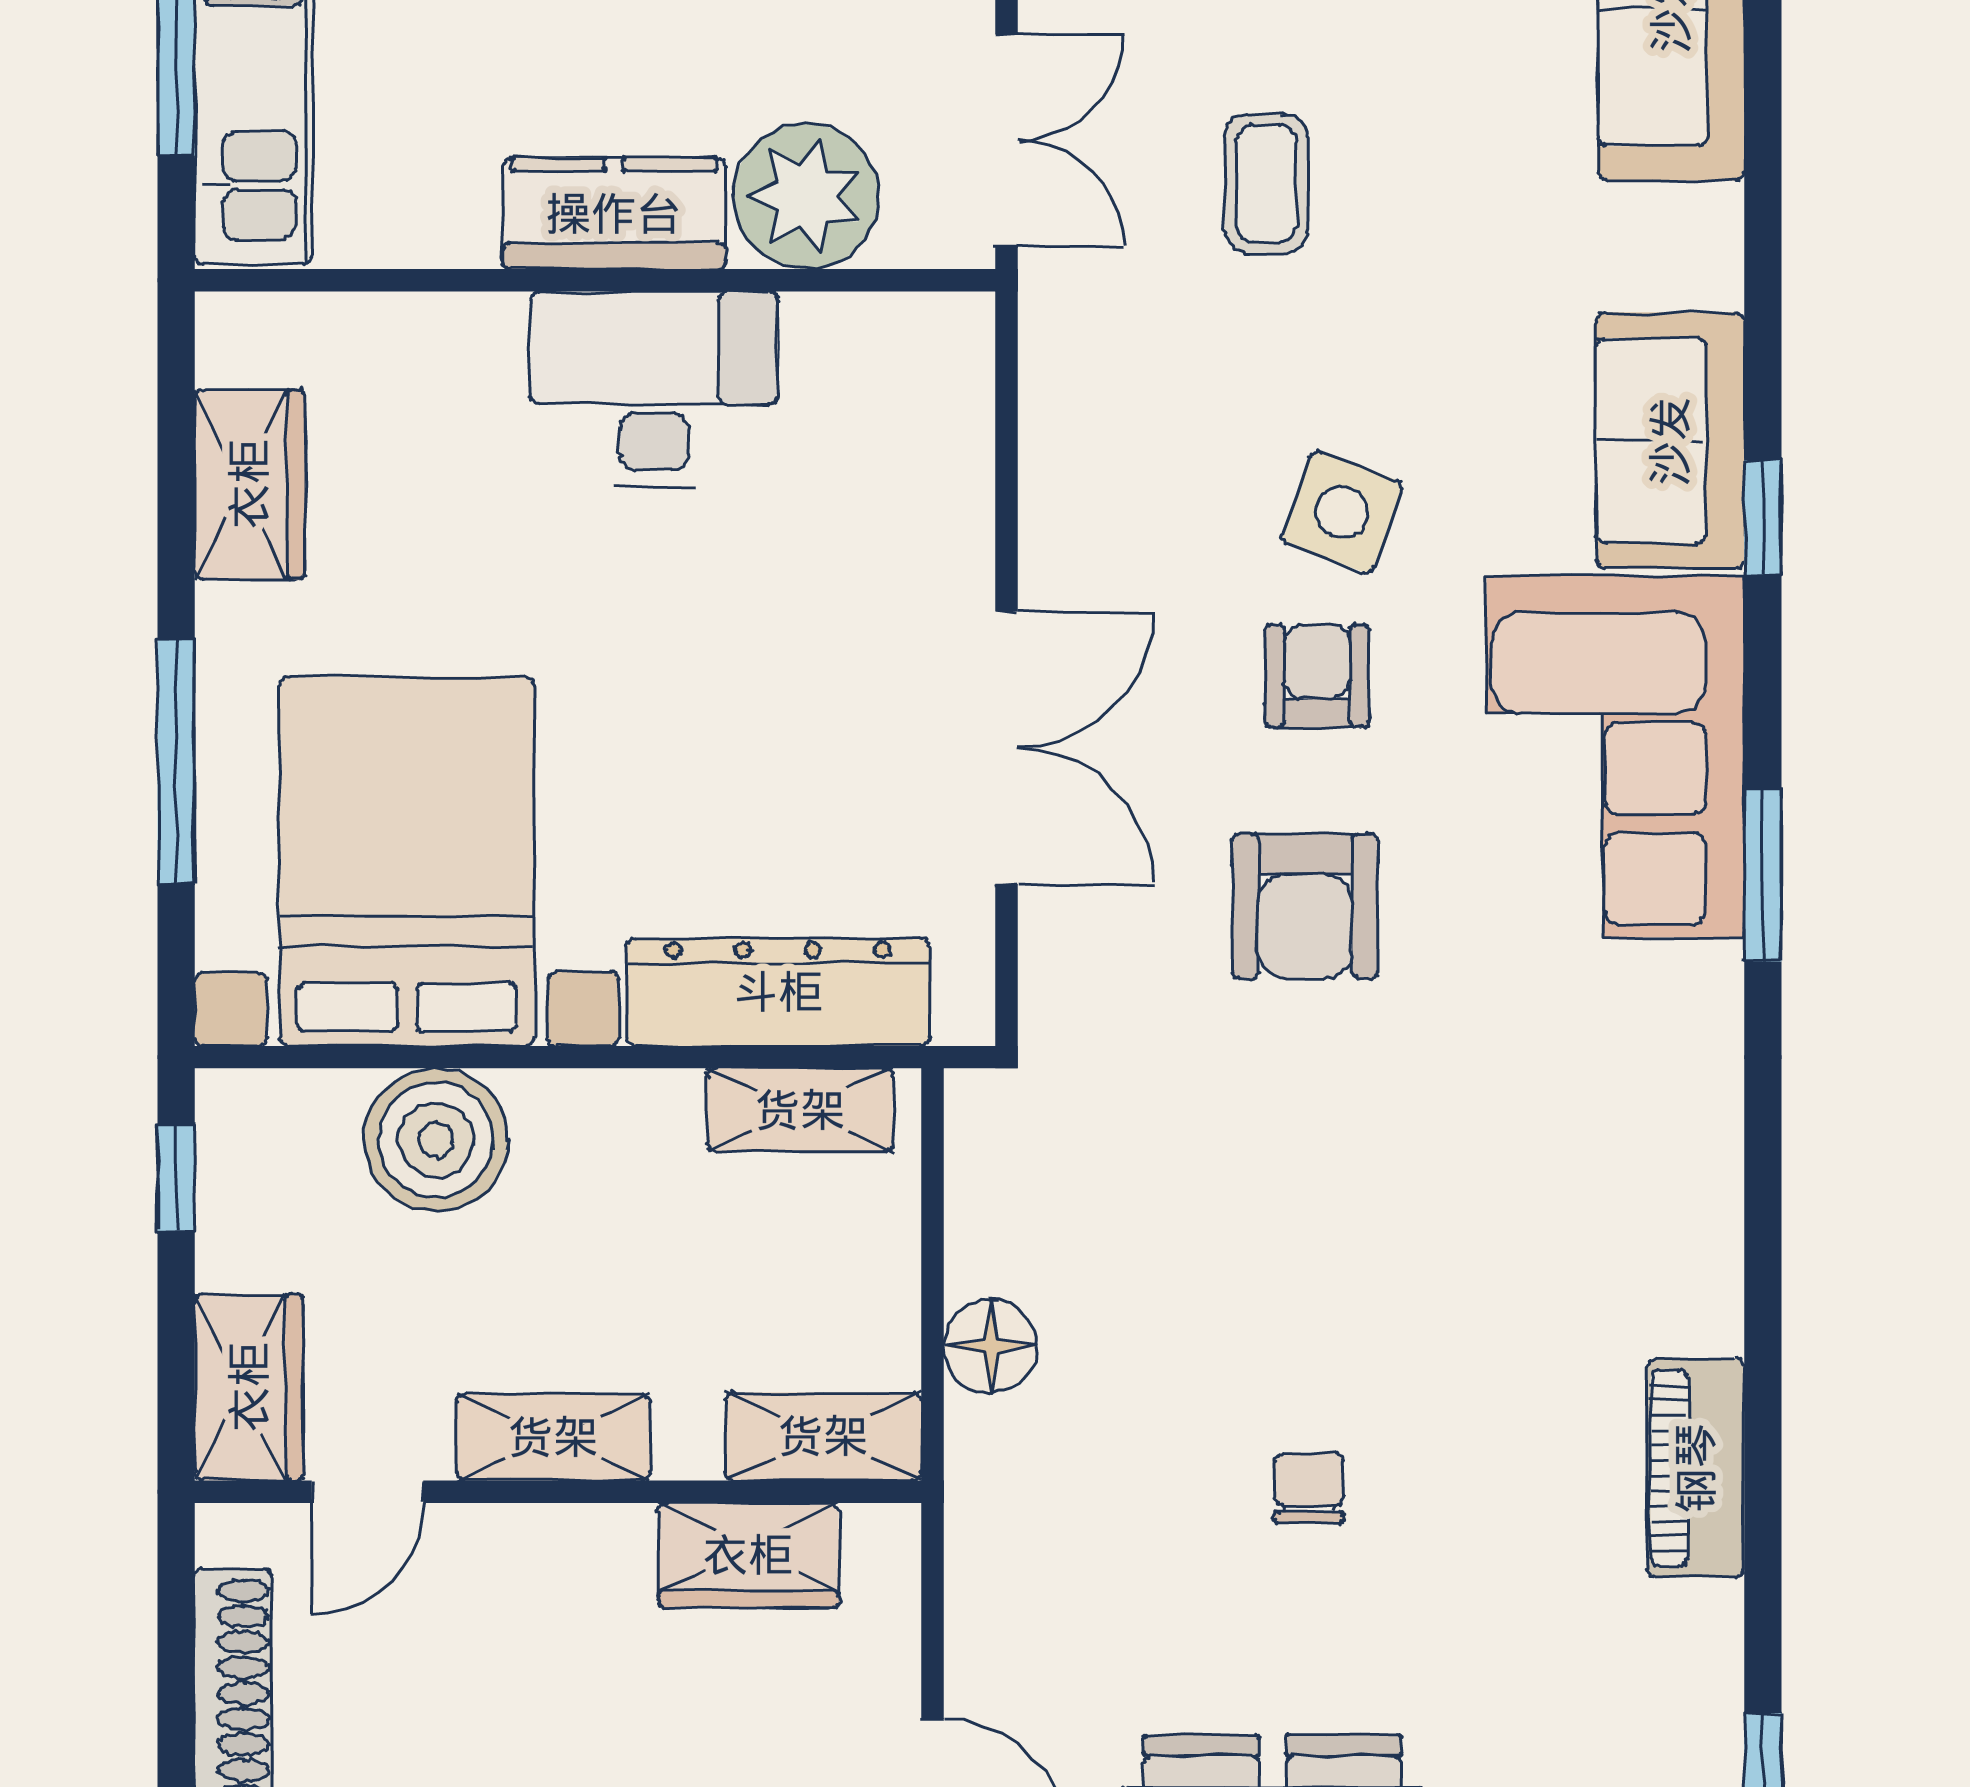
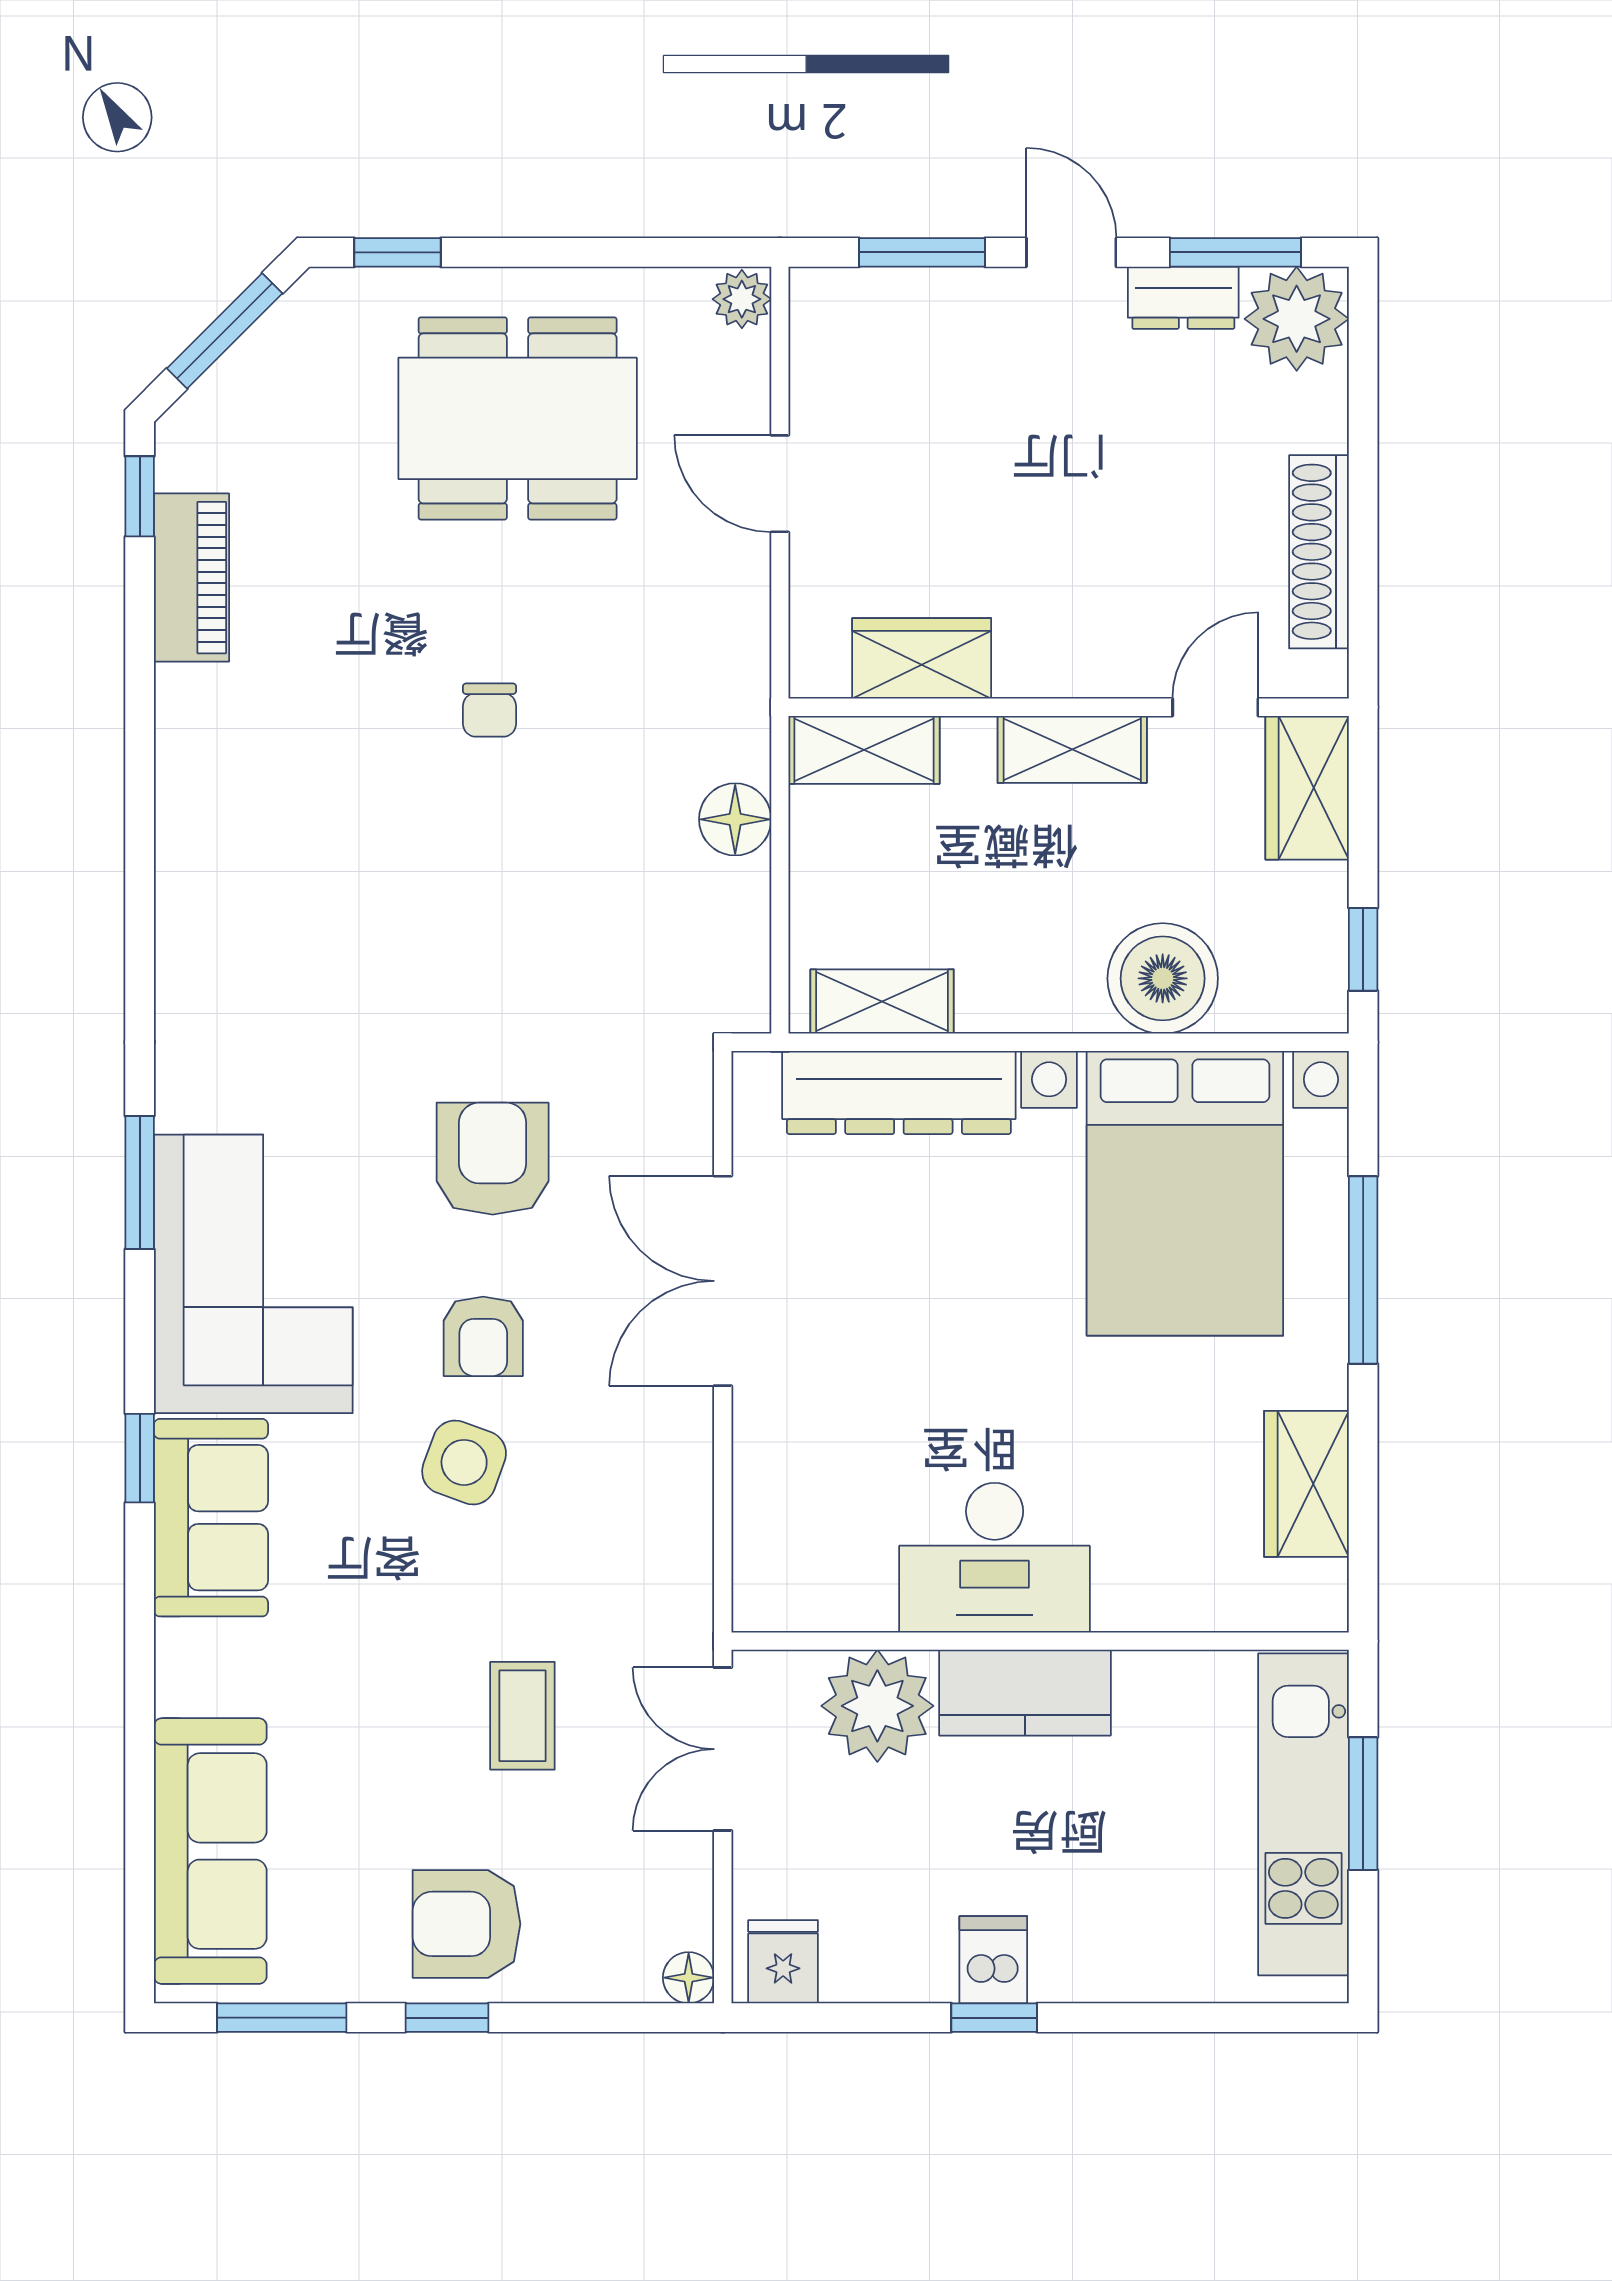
piano: (1696, 1468) -> (191, 578), moved

